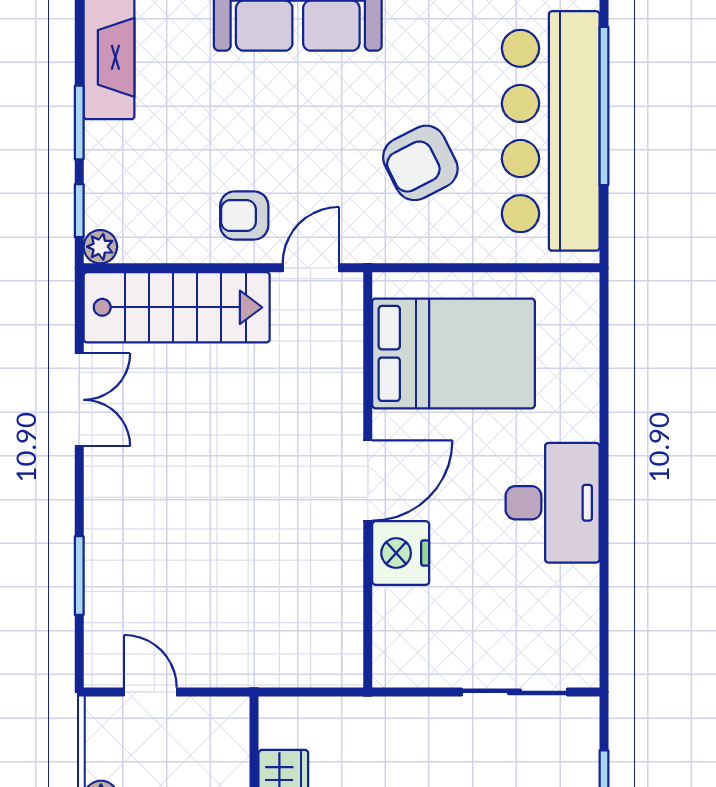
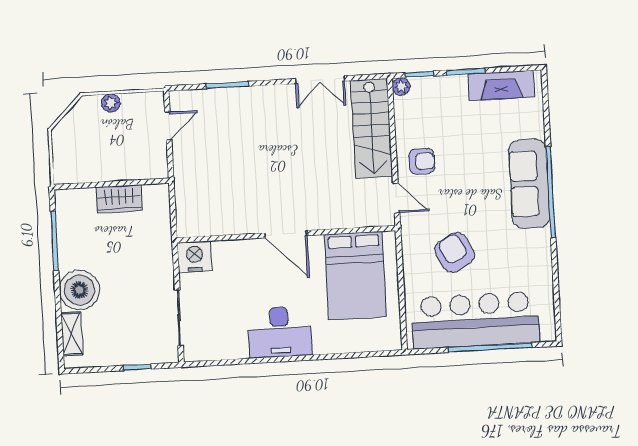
armchair: (244, 216) -> (422, 161), turned 90
nightstand: (401, 553) -> (195, 257), moved

